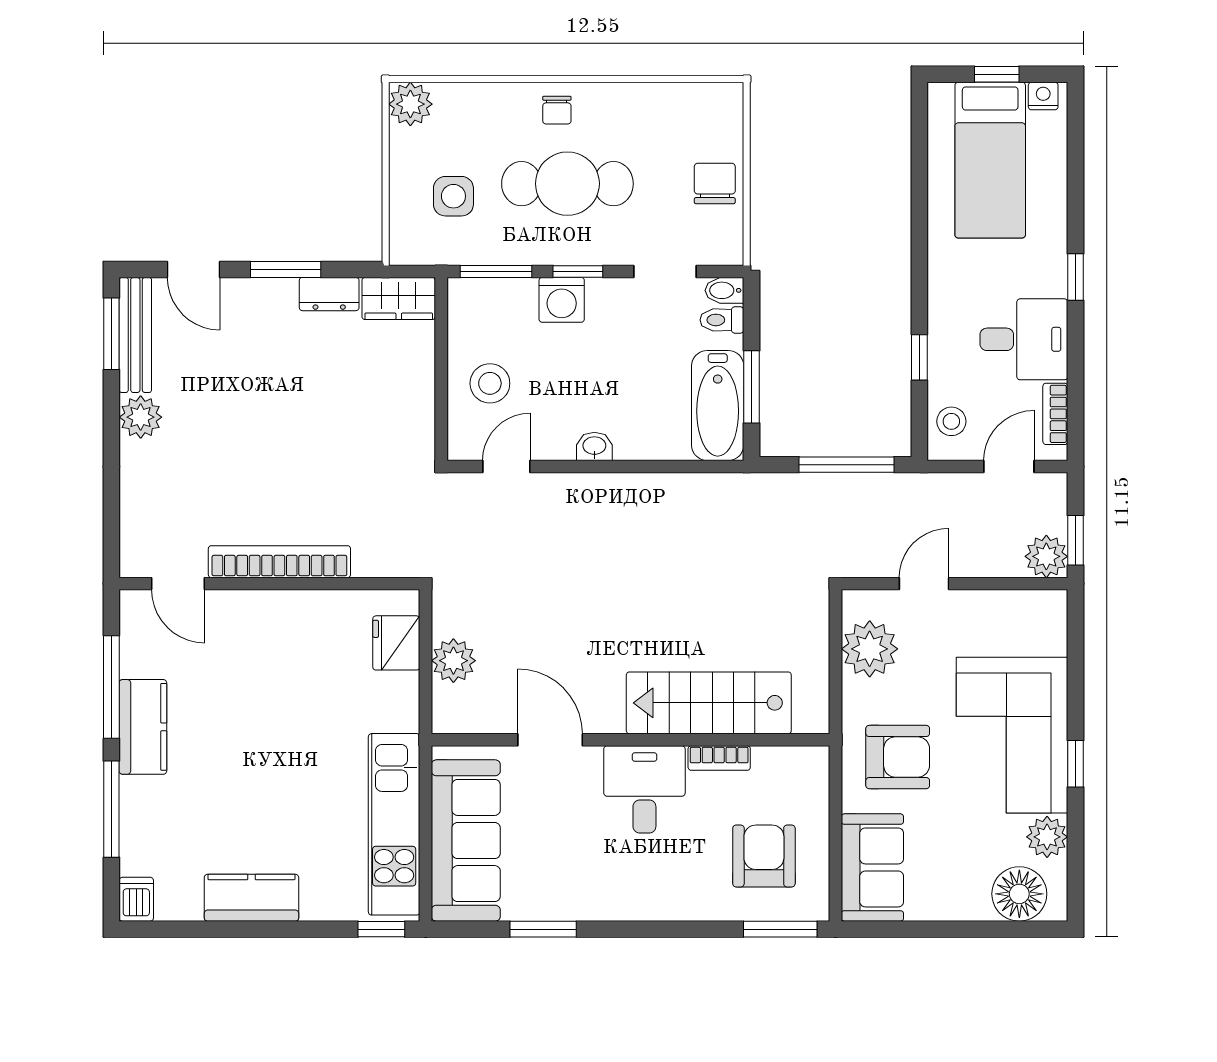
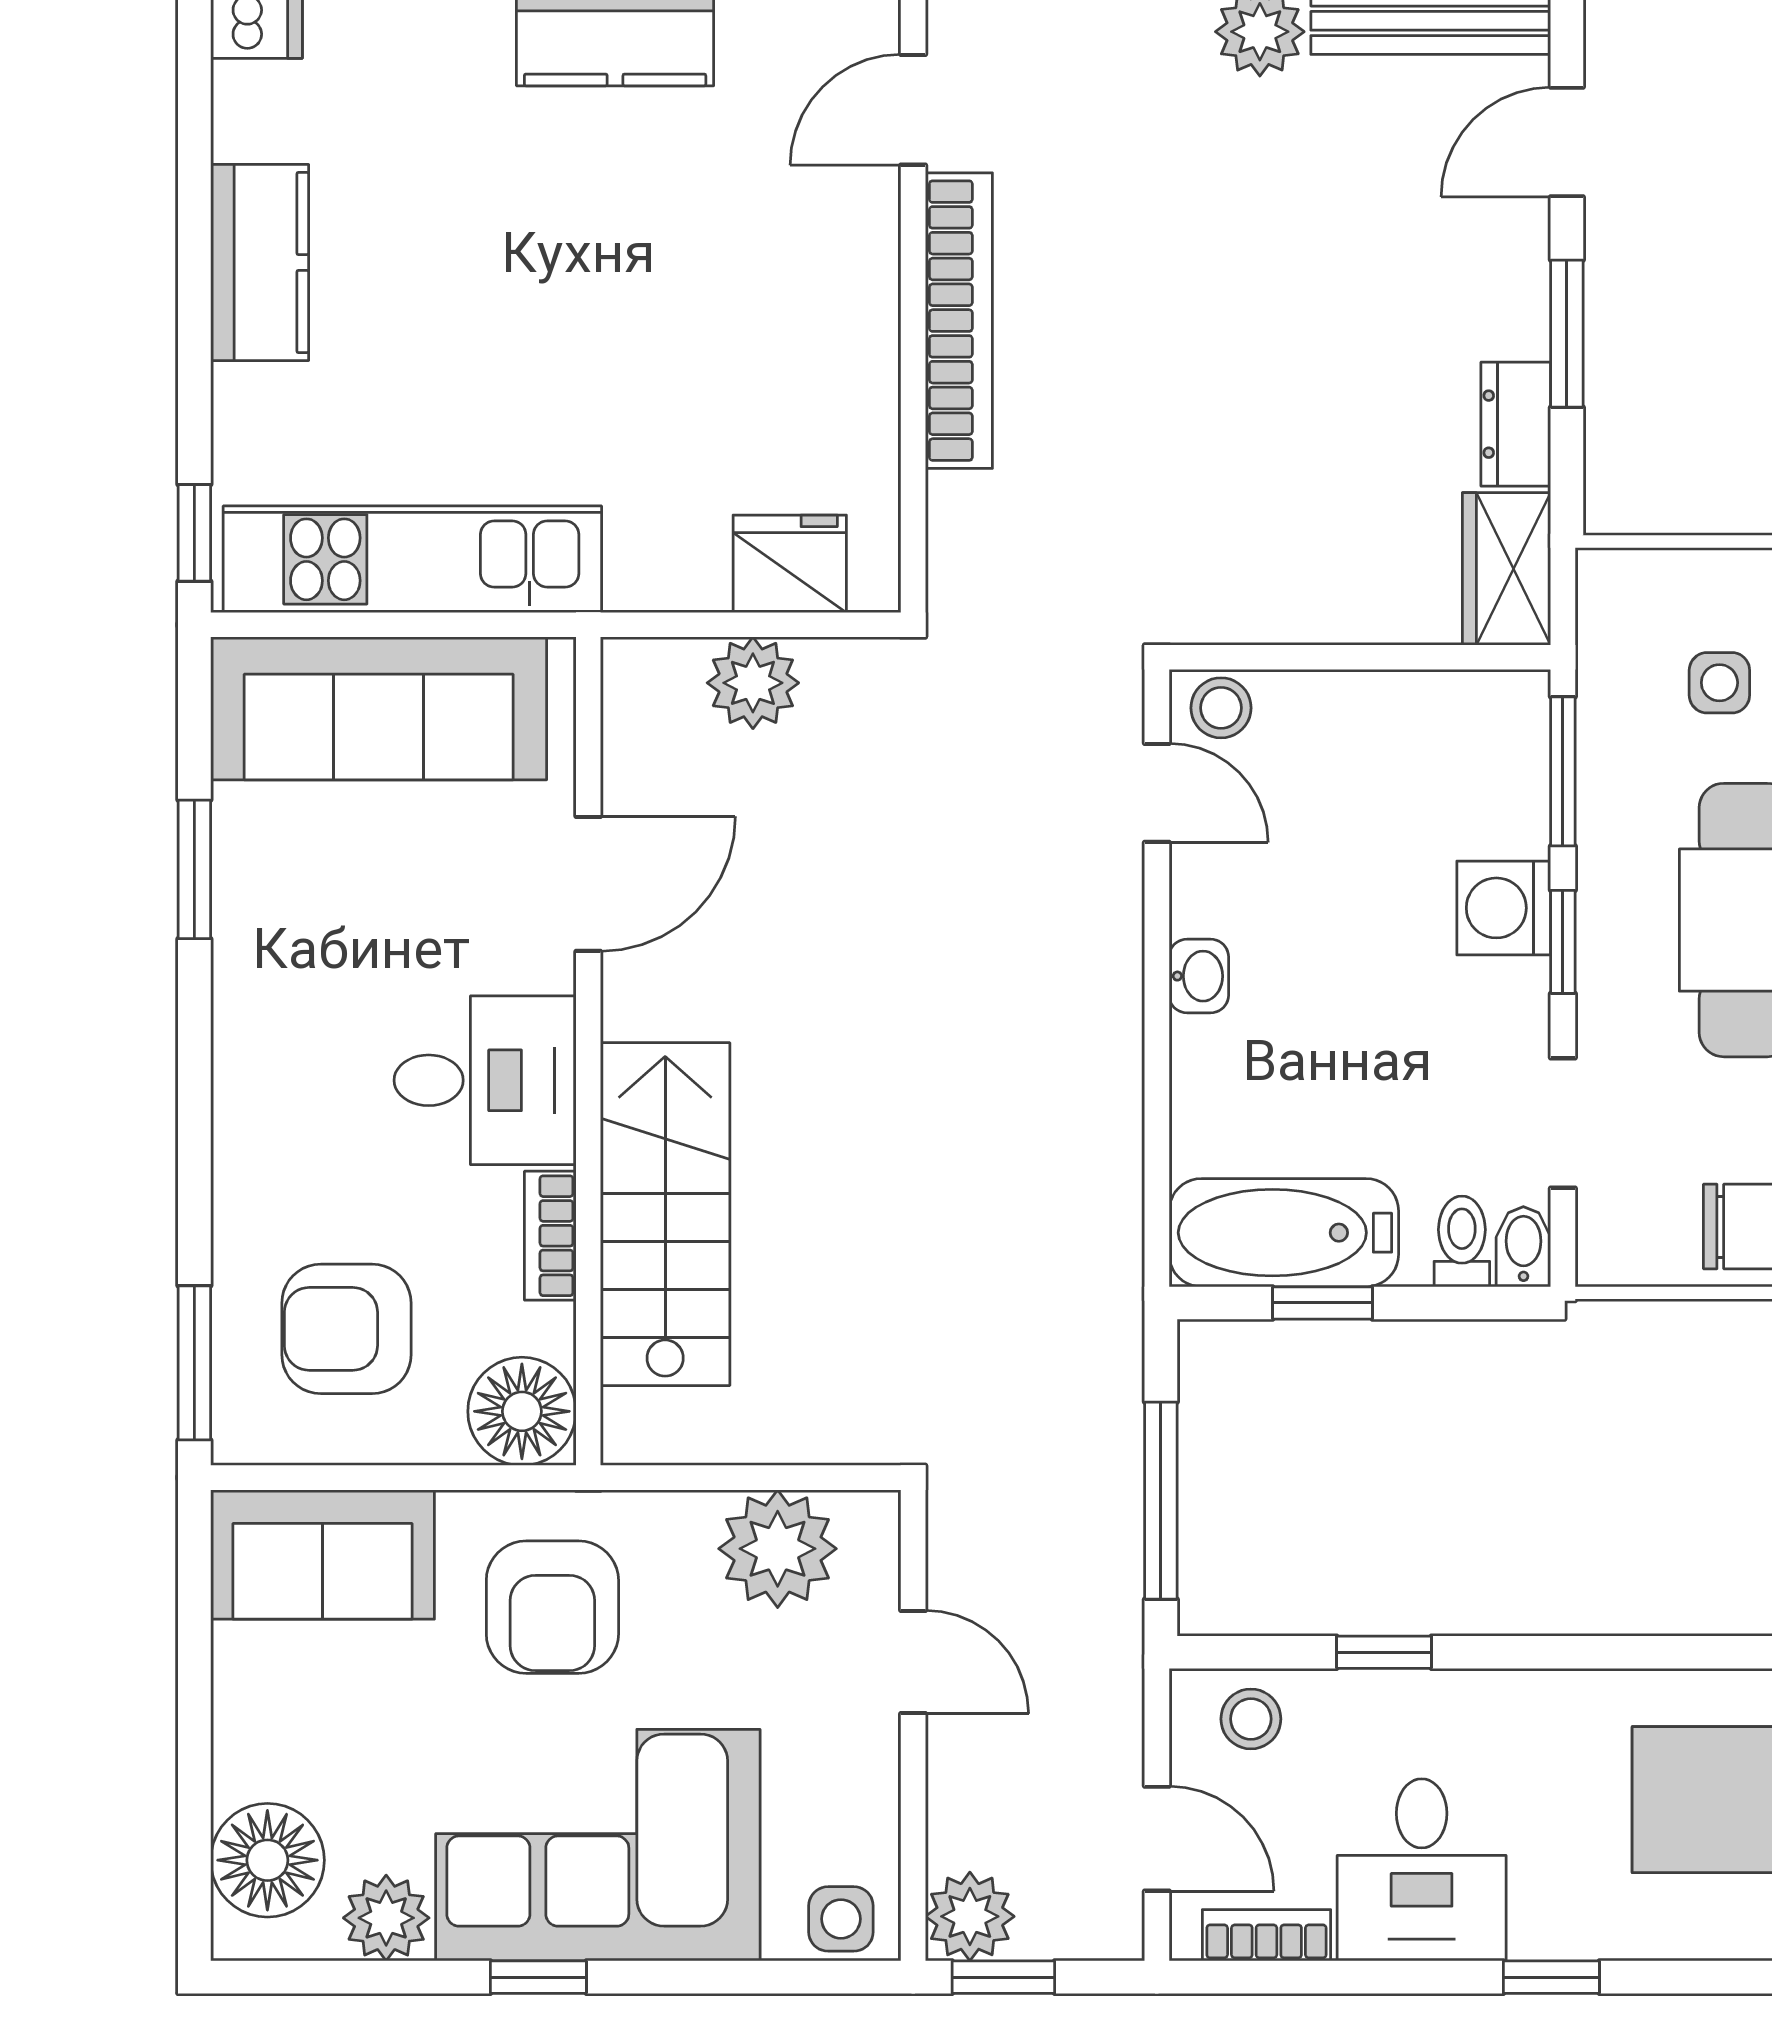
side table: (453, 196) -> (1719, 683), width x0.73, depth x0.73
stool: (490, 383) -> (1221, 708), moved, width x0.73, depth x0.73
window: (752, 387) -> (1323, 1303), width x0.67
side table: (1047, 618) -> (841, 1919), added
floor lamp: (804, 772) -> (522, 1411), added
armchair: (764, 856) -> (346, 1329), turned 180

